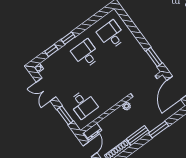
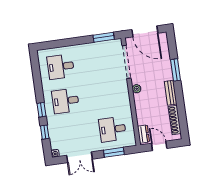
desk: (83, 104) -> (113, 129), turned 180

